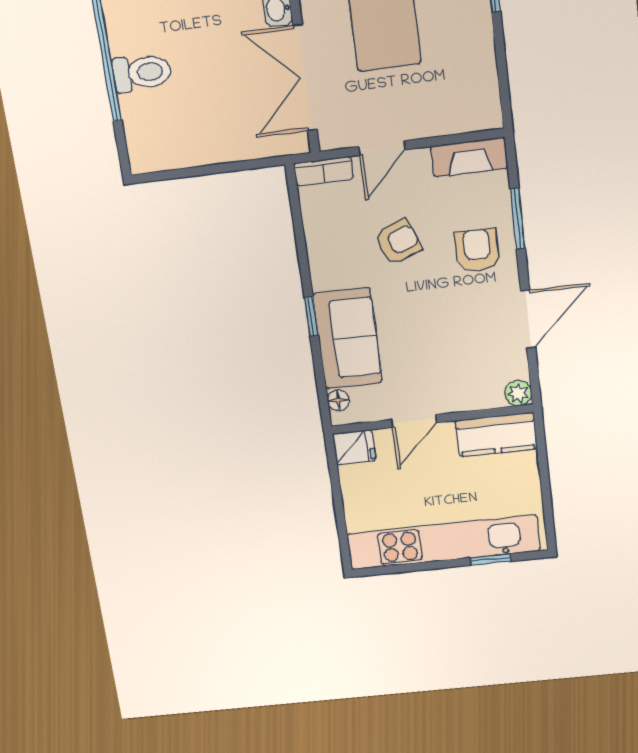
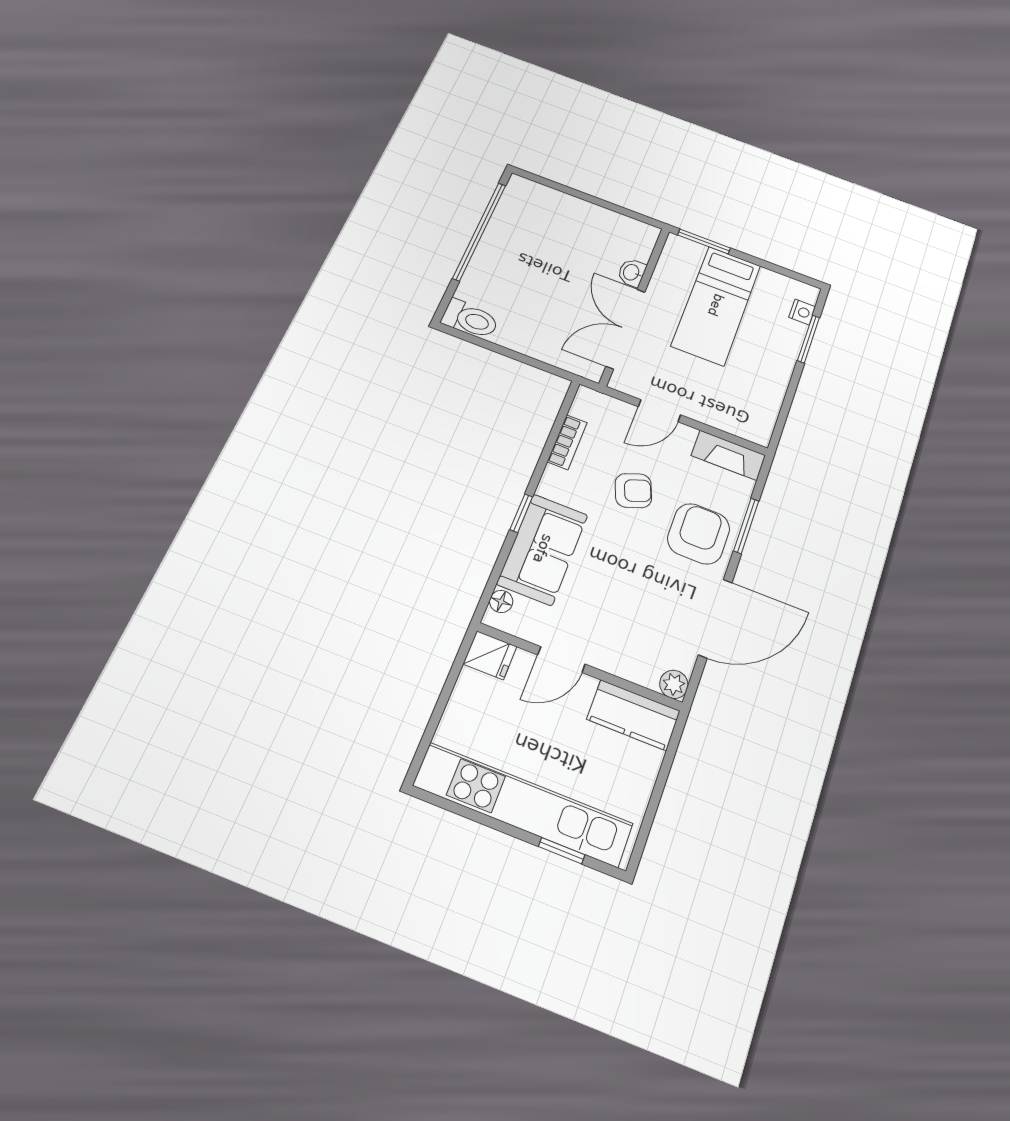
toilet: (142, 73) -> (470, 319), moved
bookcase: (324, 171) -> (567, 442), moved, turned -90
armchair: (477, 250) -> (699, 534), width x1.38, depth x1.38
door: (528, 319) -> (715, 618), width x1.36

